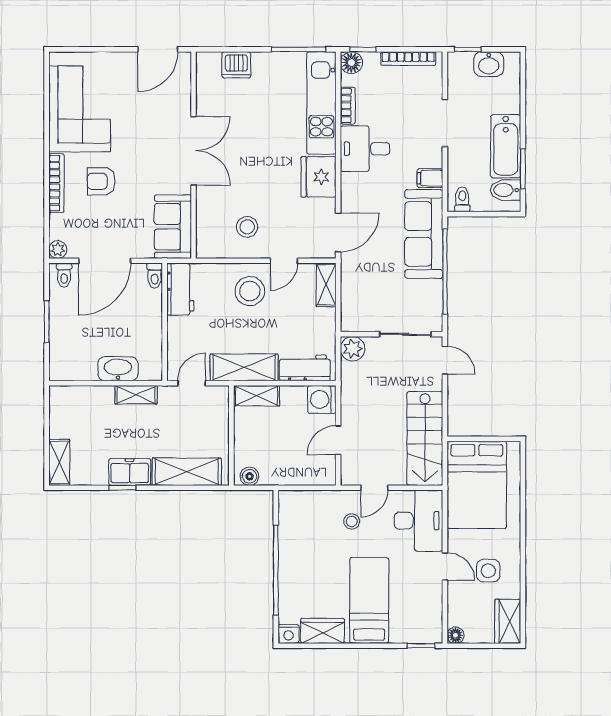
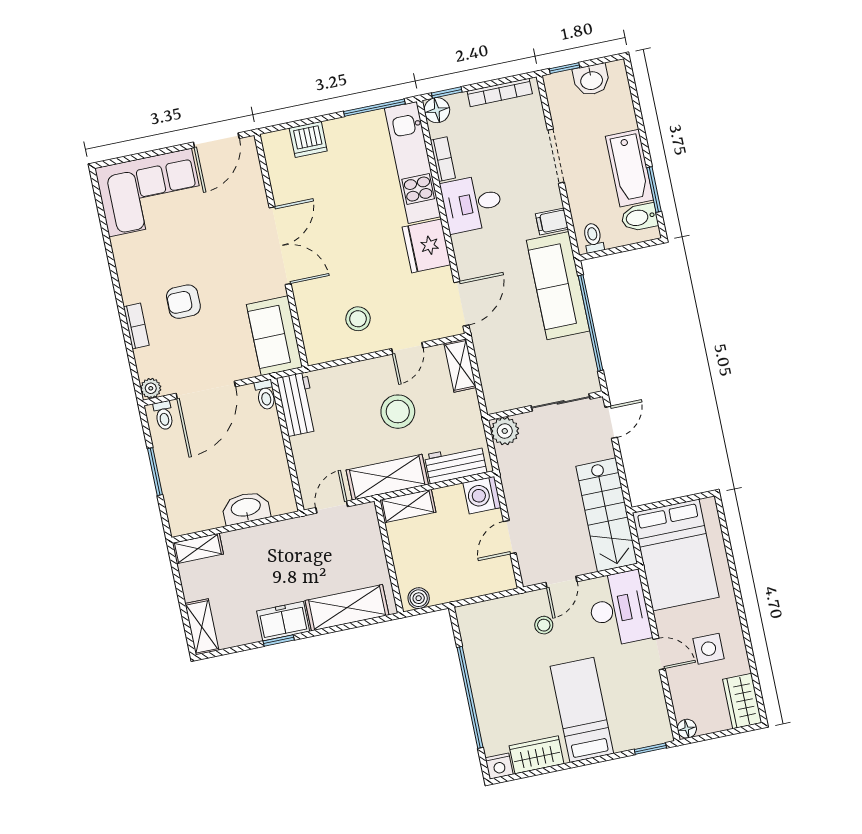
corner sofa: (80, 109) -> (150, 193), moved, turned 90
bookcase: (56, 183) -> (136, 326), width x0.64
stool: (250, 291) -> (398, 412), moved
door: (445, 360) -> (611, 422), hinge flipped
shelving: (136, 395) -> (198, 548), moved

